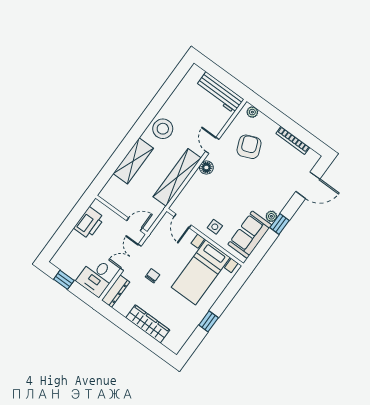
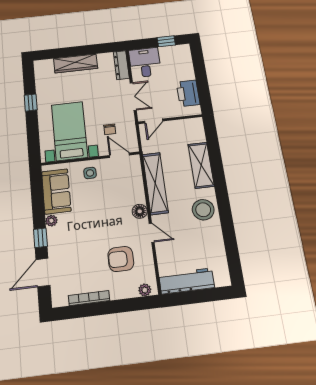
armchair: (249, 147) -> (121, 259), turned 112
window: (280, 224) -> (40, 238), moved
chair: (152, 276) -> (110, 129), moved

